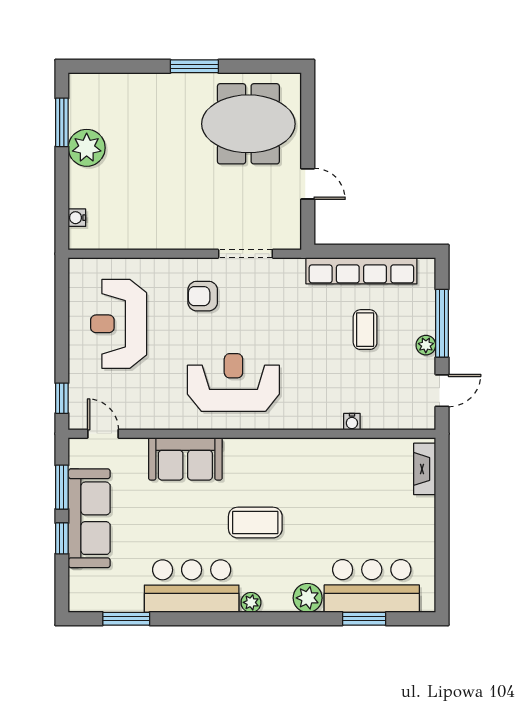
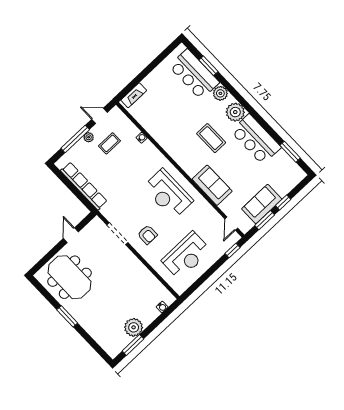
coffee table: (365, 330) -> (109, 143), moved
sofa: (89, 518) -> (262, 204), width x0.73
plant: (251, 602) -> (235, 112), width x1.88, depth x1.88

